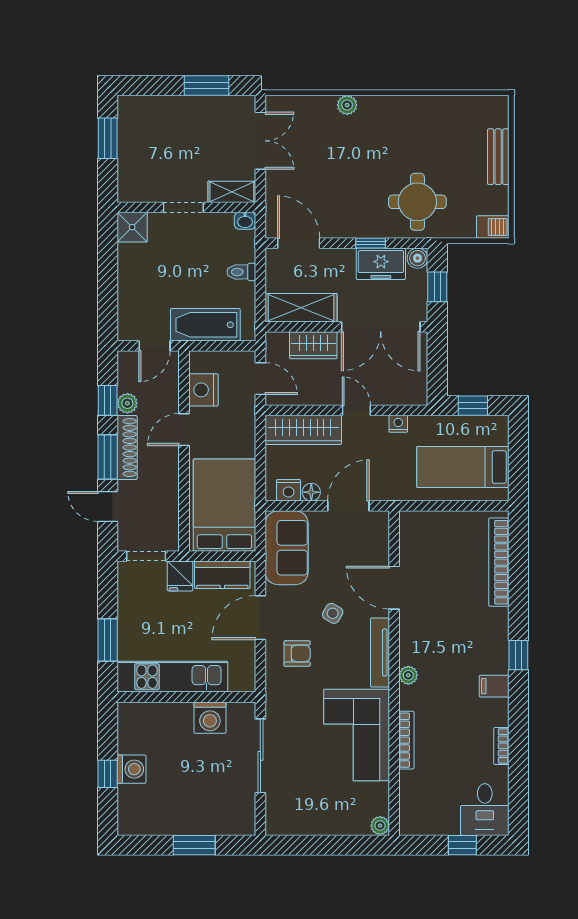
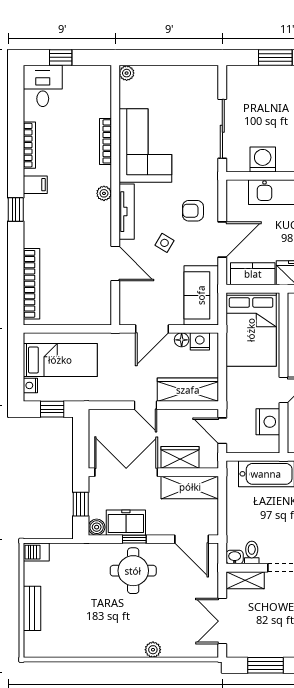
round table: (417, 202) -> (133, 571), moved
toilet: (241, 272) -> (252, 553), moved, turned -90
nightstand: (398, 424) -> (30, 385), moved, turned 90
bookcase: (501, 746) -> (29, 145), width x1.56

